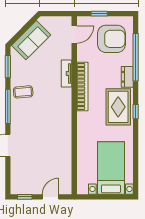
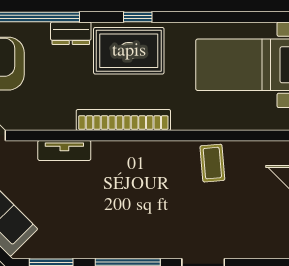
bookcase: (82, 86) -> (123, 120), moved
coffee table: (23, 92) -> (212, 163), moved

